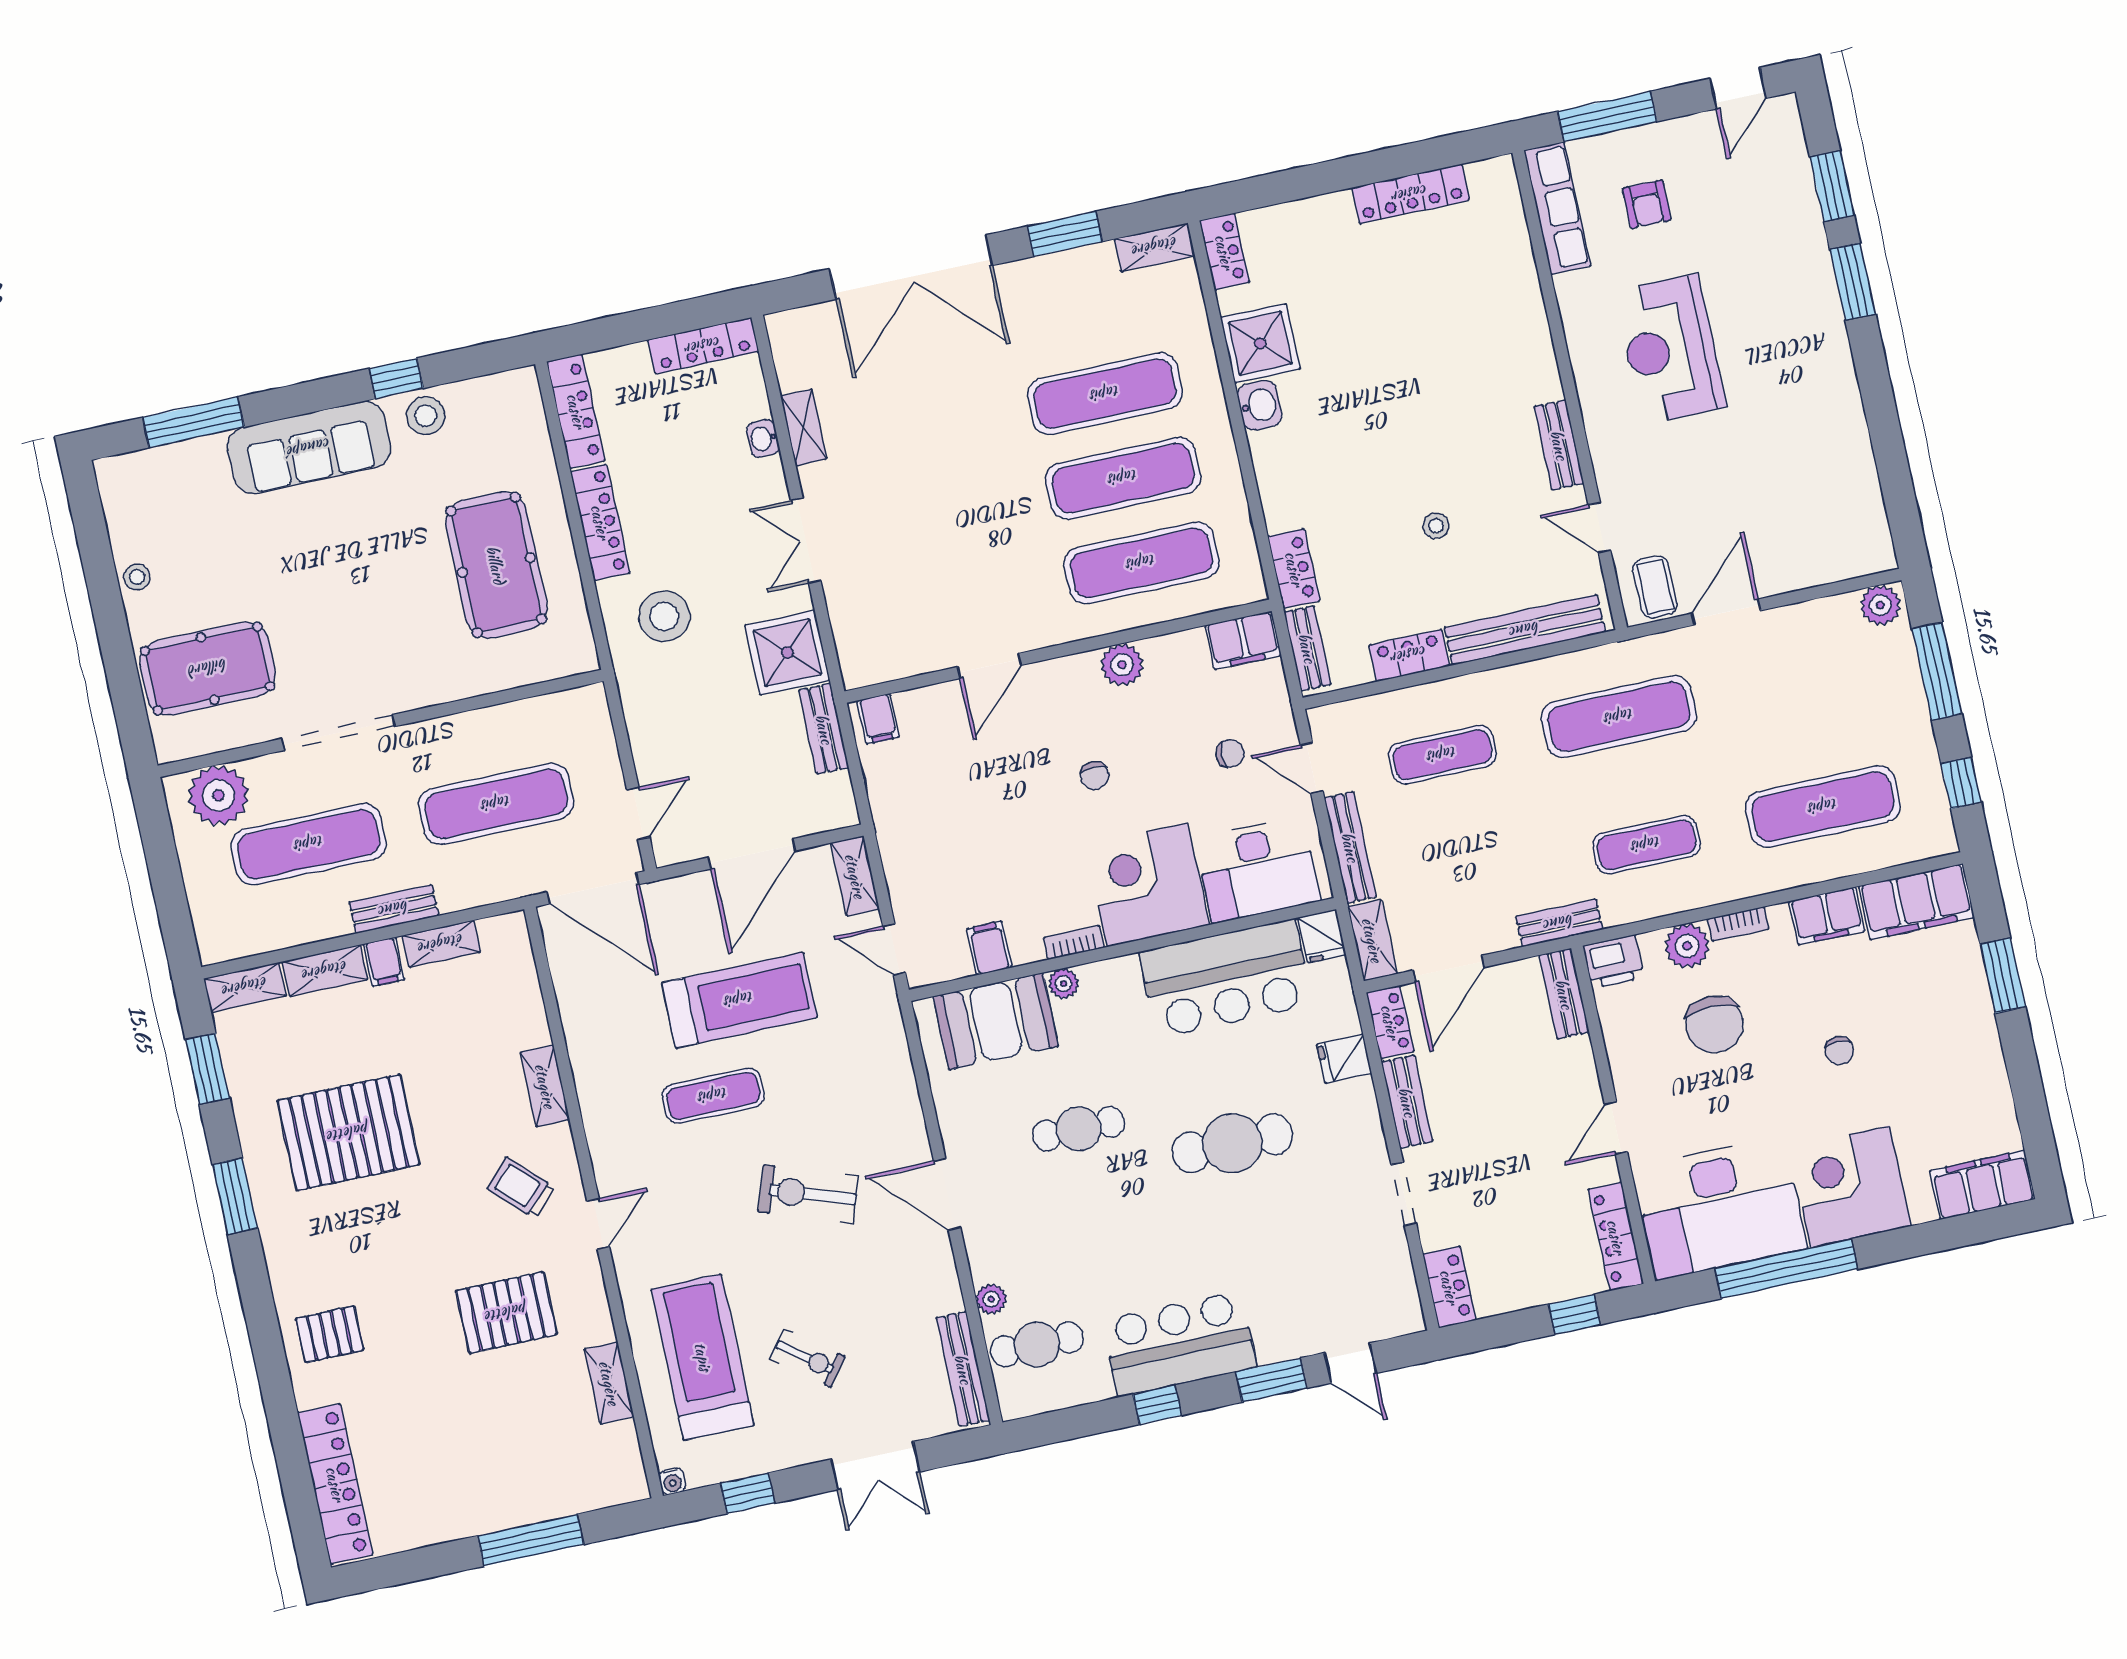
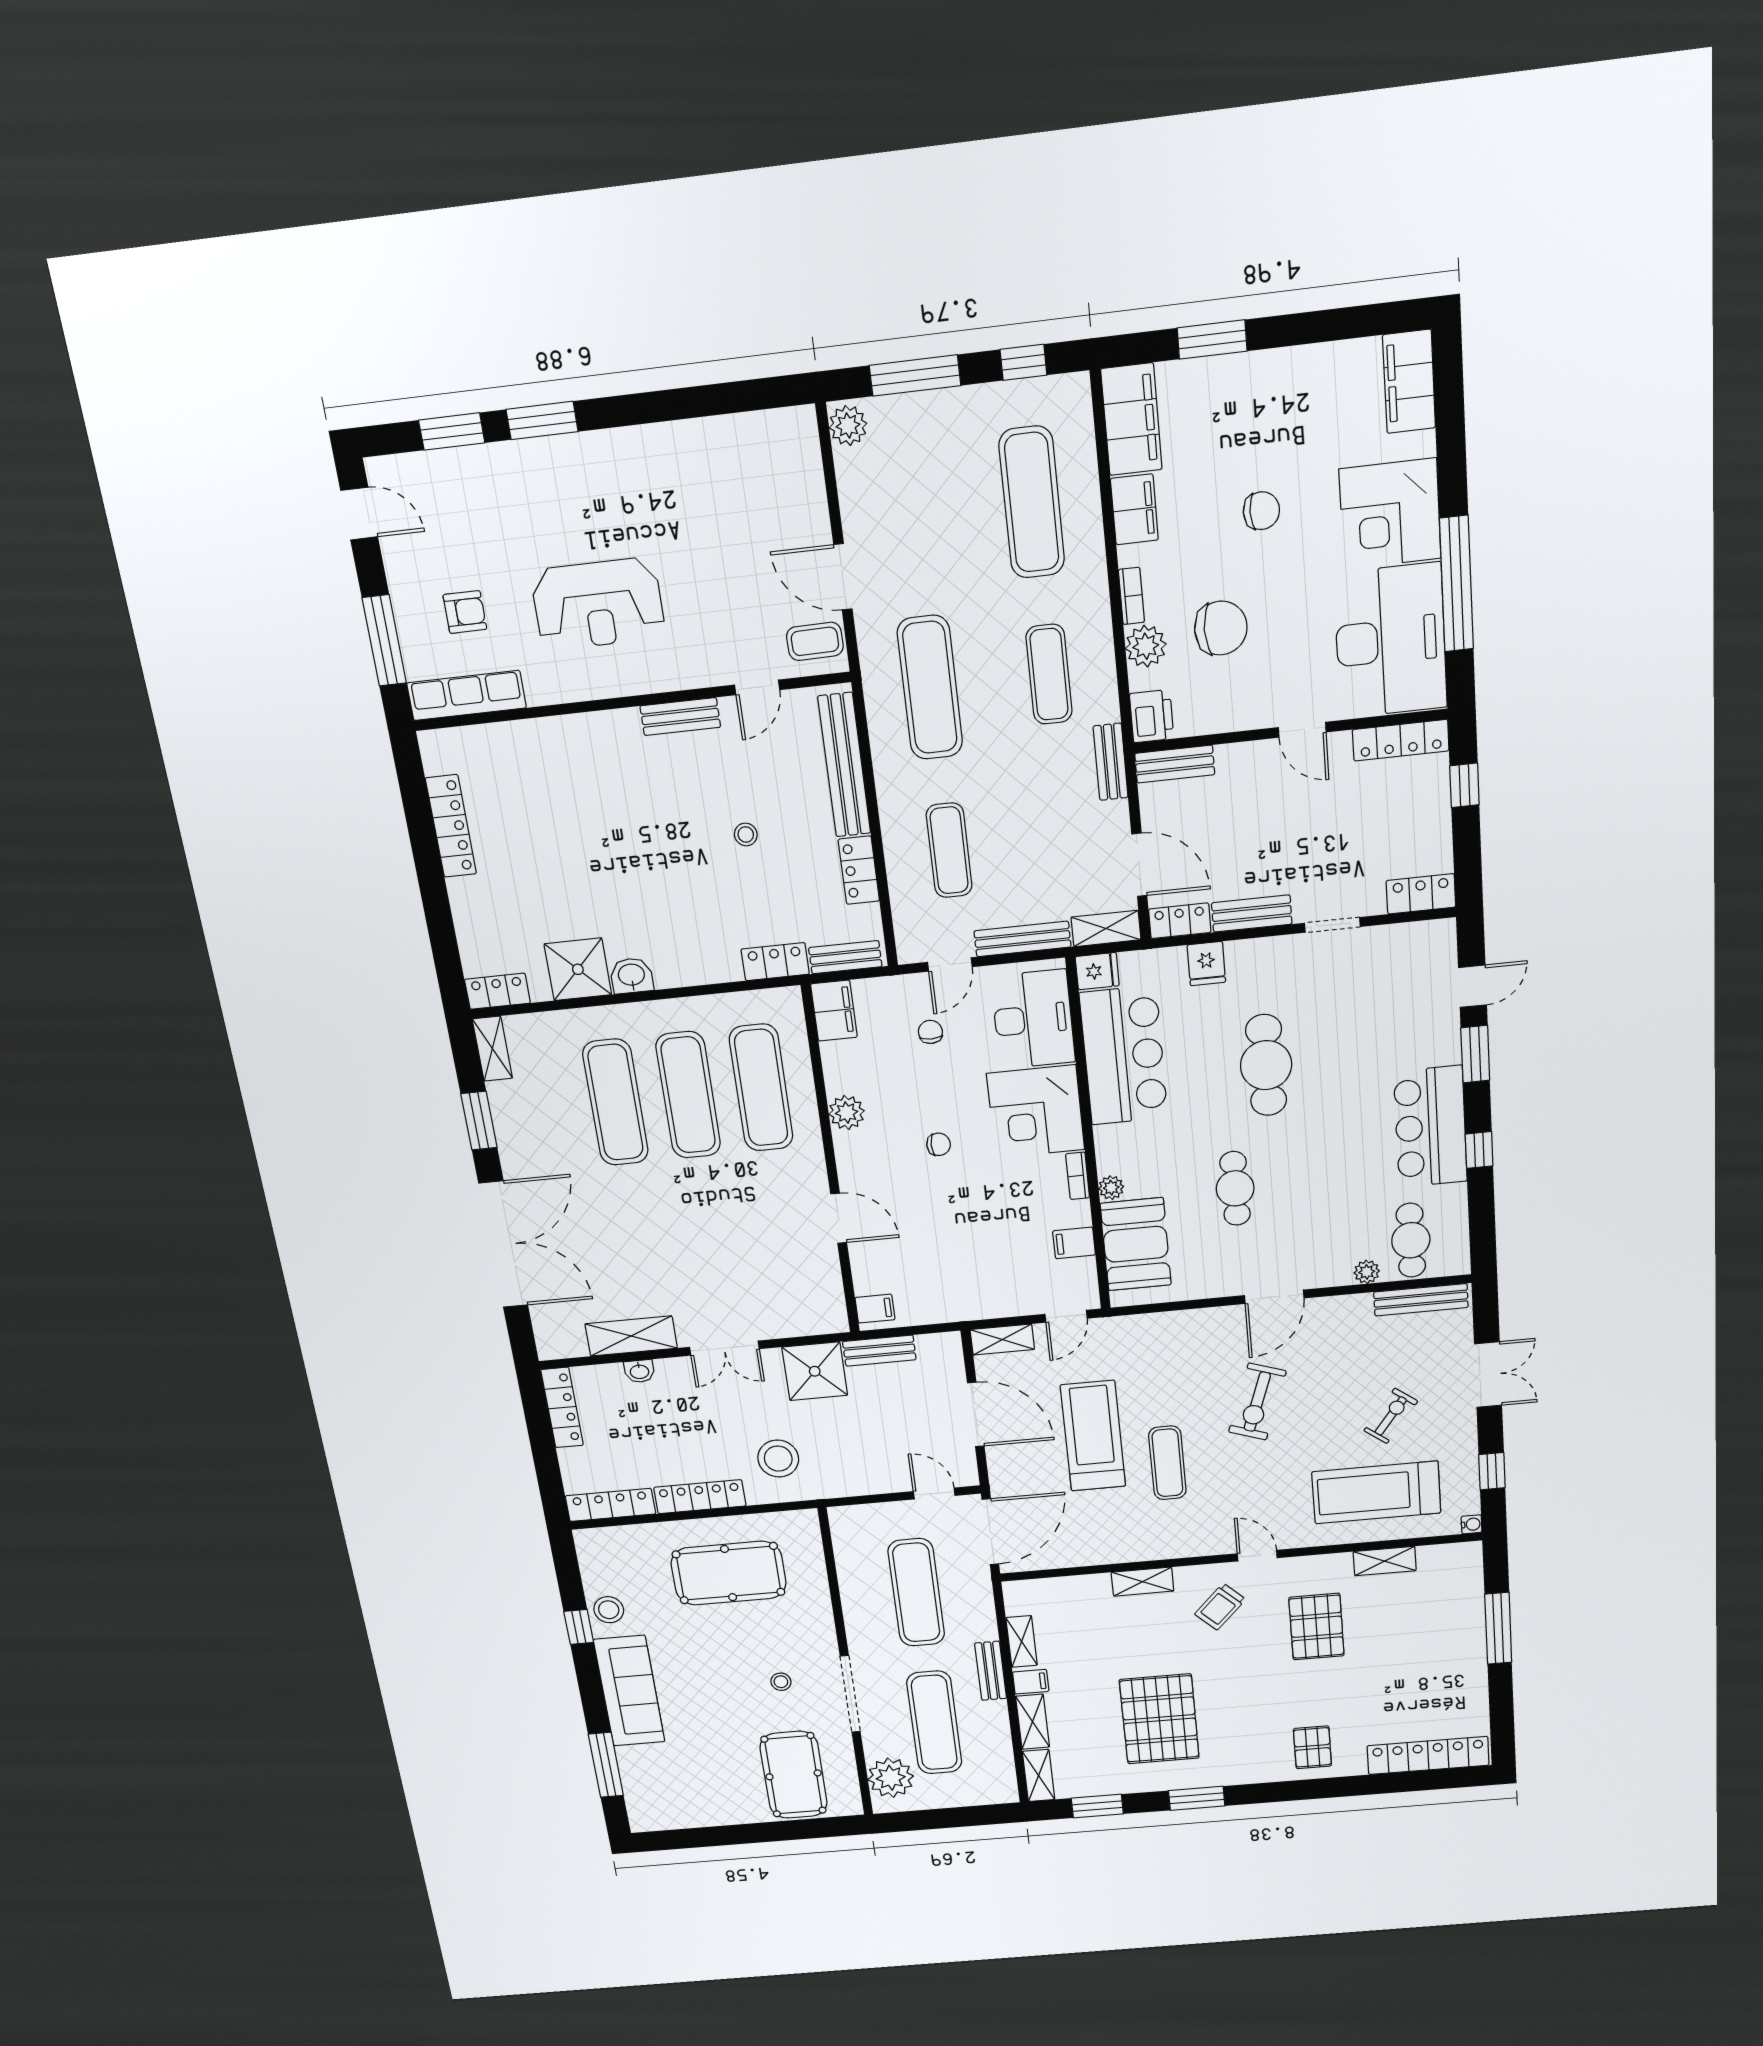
shelving: (804, 427) -> (631, 1336), width x1.50, depth x1.33
stool: (137, 577) -> (781, 1682), moved
chair: (1839, 1051) -> (1261, 511), width x1.37, depth x1.37

